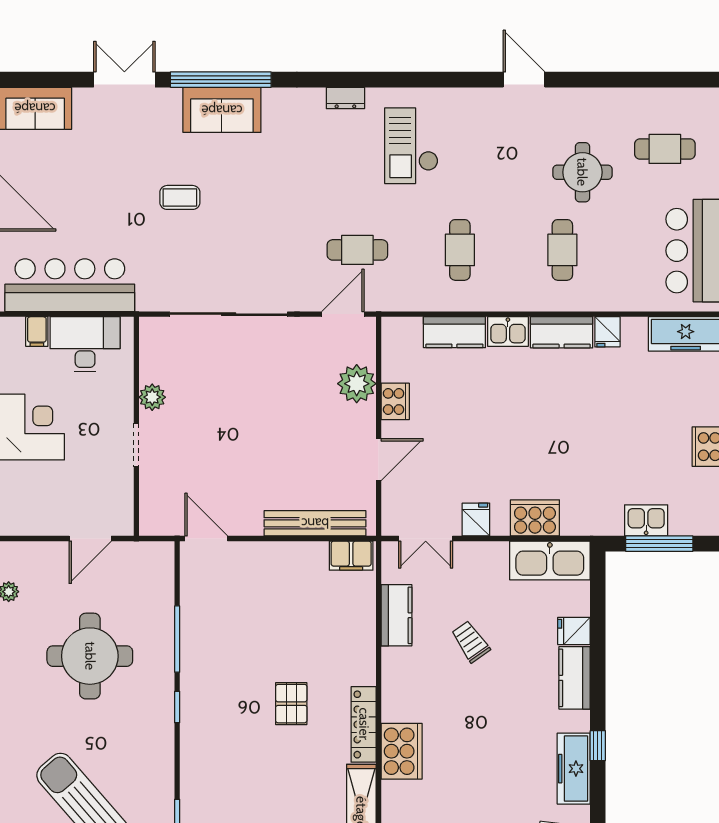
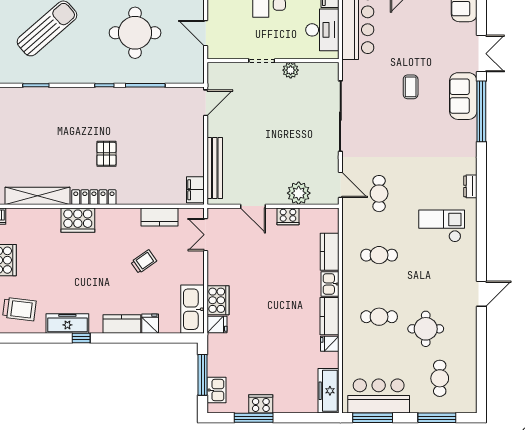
sofa: (222, 110) -> (463, 96), moved
fridge: (476, 520) -> (217, 324), moved
kitchen sink: (646, 520) -> (217, 390), moved
pallet: (291, 704) -> (106, 154), turned 90

